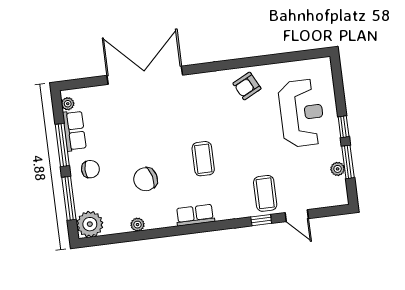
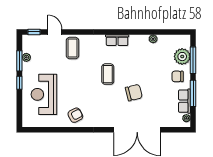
chair: (146, 179) -> (134, 93), moved
window: (261, 220) -> (34, 32), moved
plant: (90, 224) -> (182, 57), moved

